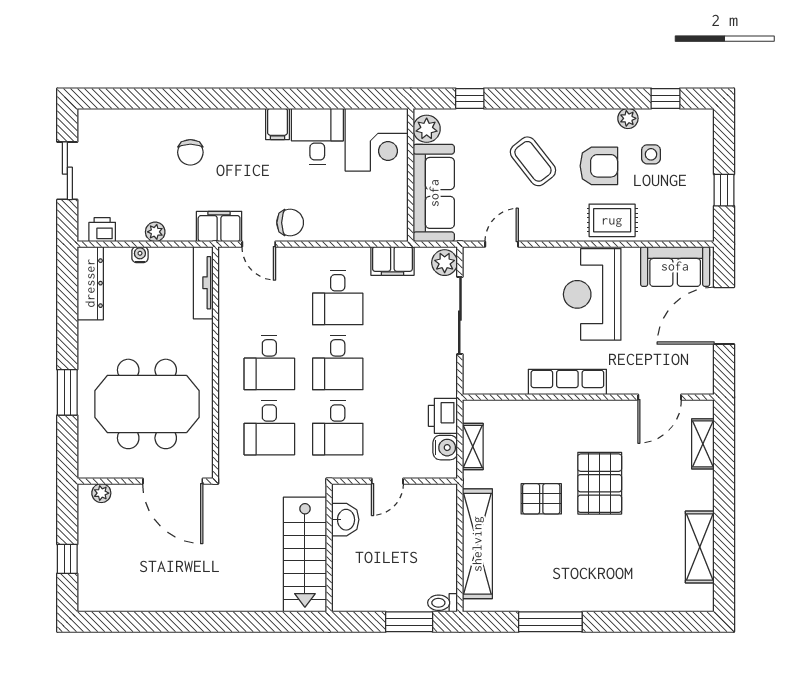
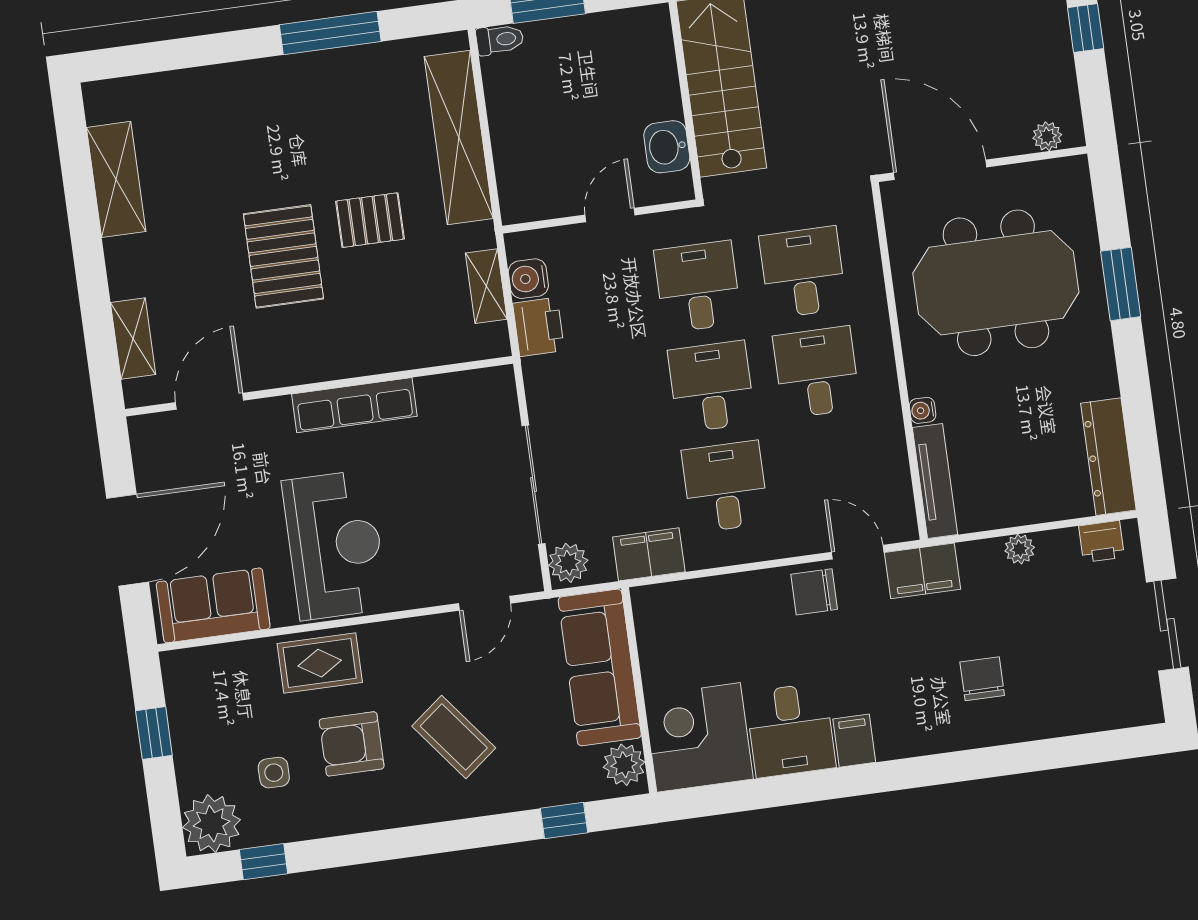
plant: (628, 118) -> (212, 824), moved, width x1.88, depth x1.88
water cooler: (140, 255) -> (923, 410), moved, turned 90

